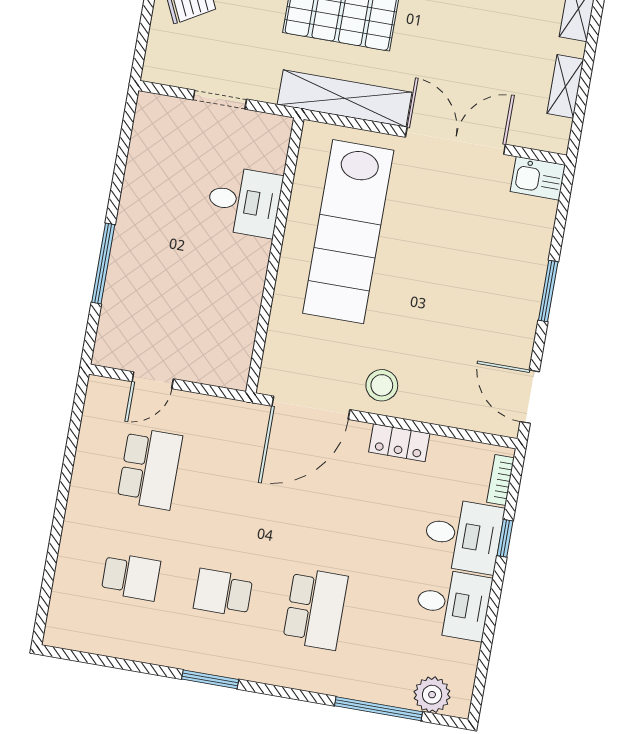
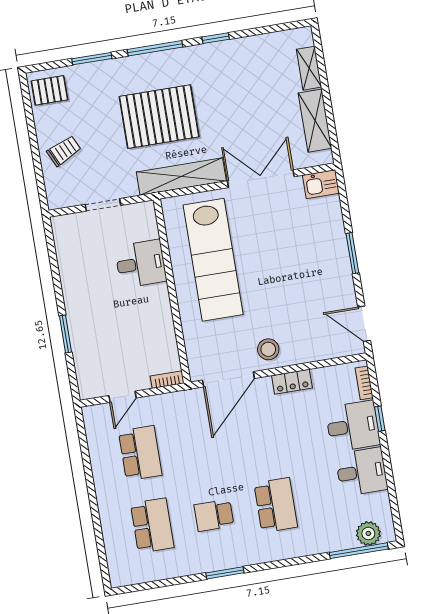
shelving: (565, 86) -> (315, 121), width x1.50, depth x1.33
window: (103, 263) -> (66, 334), width x0.69
bookcase: (224, 378) -> (167, 380), added
school desk: (131, 577) -> (152, 526), width x1.85
window: (379, 709) -> (359, 551), moved

